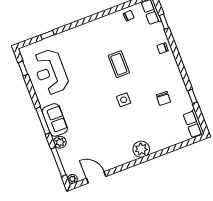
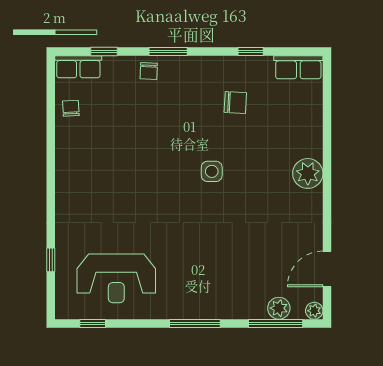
window: (176, 54) -> (168, 51), added
coffee table: (119, 64) -> (148, 156), removed
sofa: (55, 120) -> (201, 303), removed
plant: (60, 142) -> (279, 308), moved

